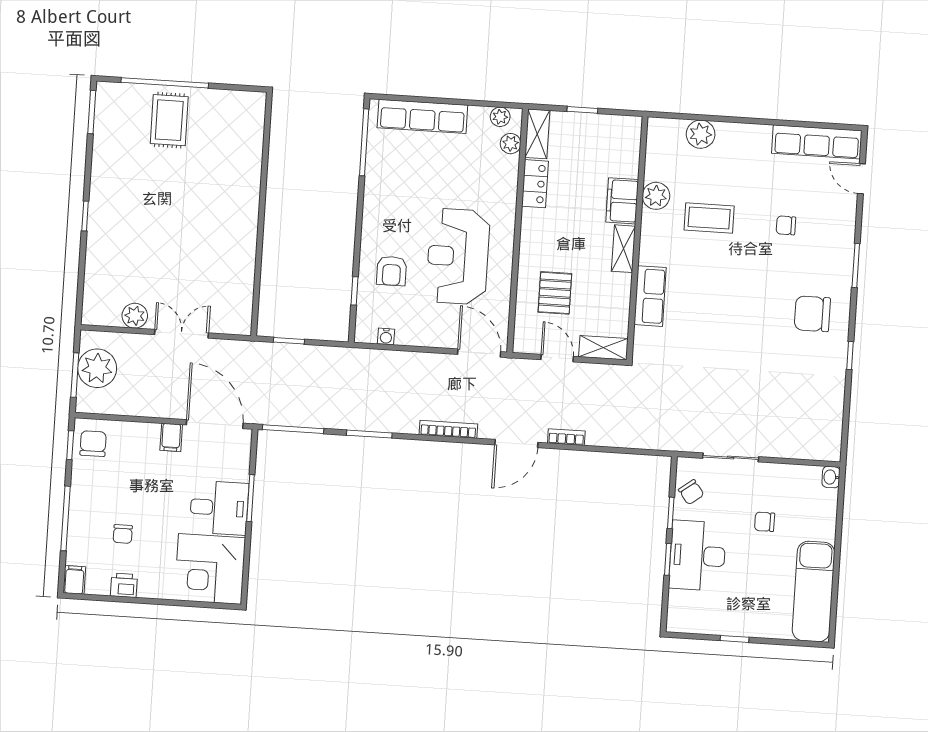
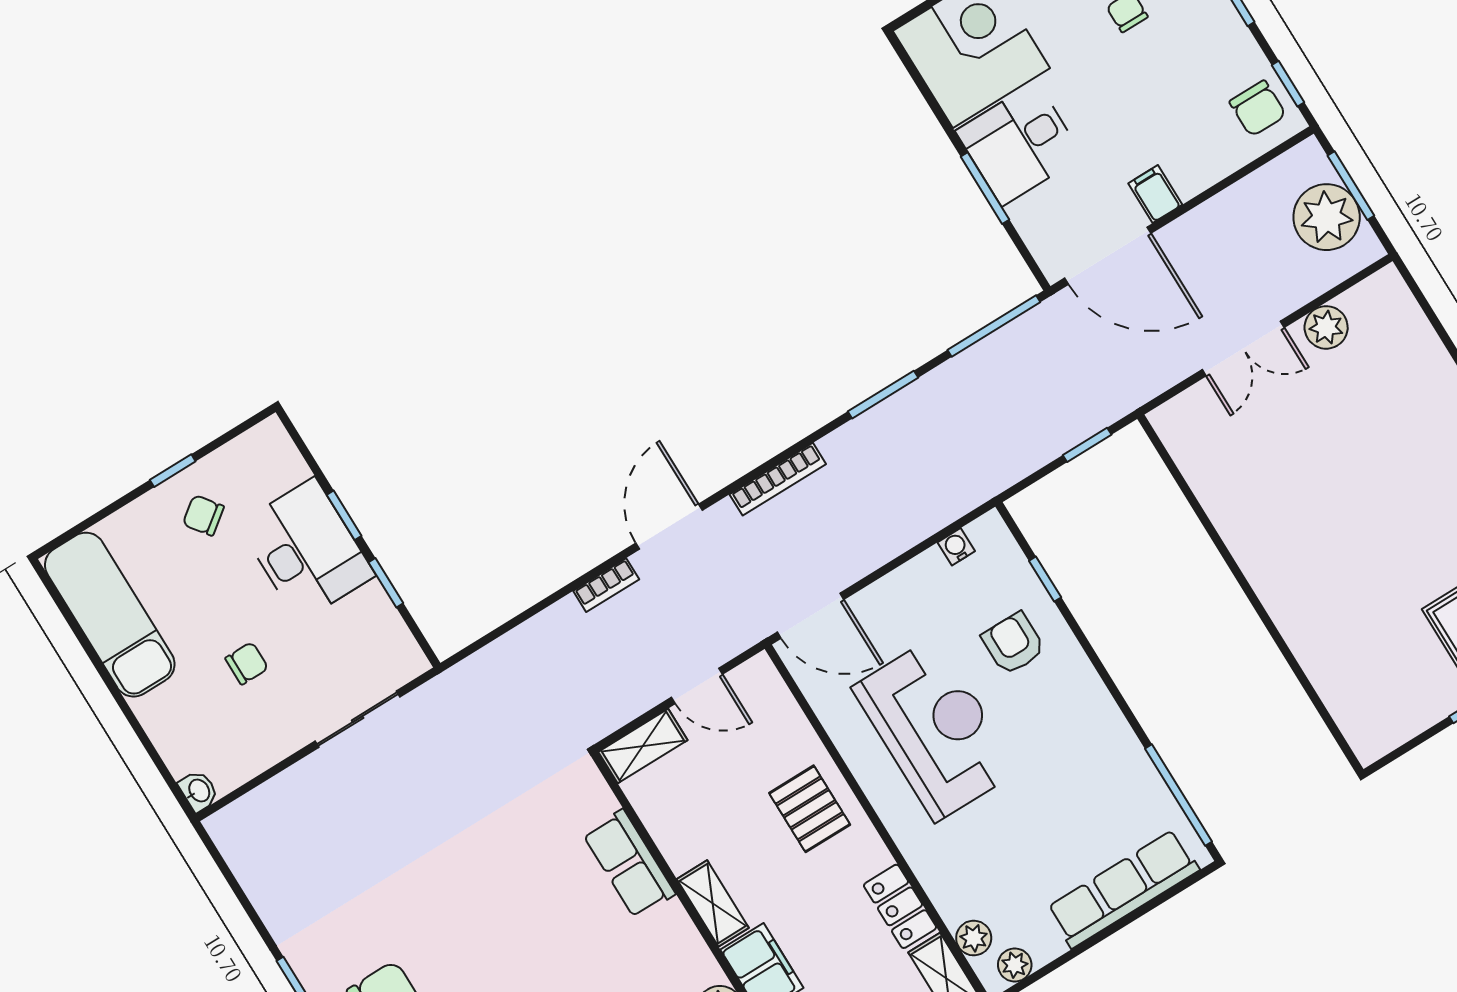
pallet: (555, 293) -> (810, 809), moved
chair: (691, 492) -> (203, 515), moved

